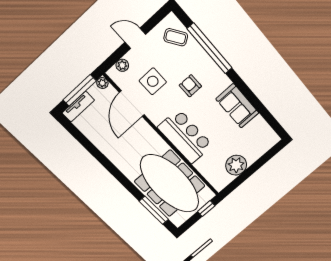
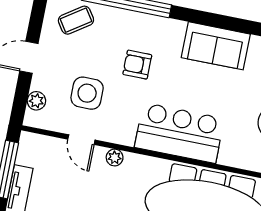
plant: (102, 83) -> (115, 158), moved
door: (132, 104) -> (81, 140), width x0.53

